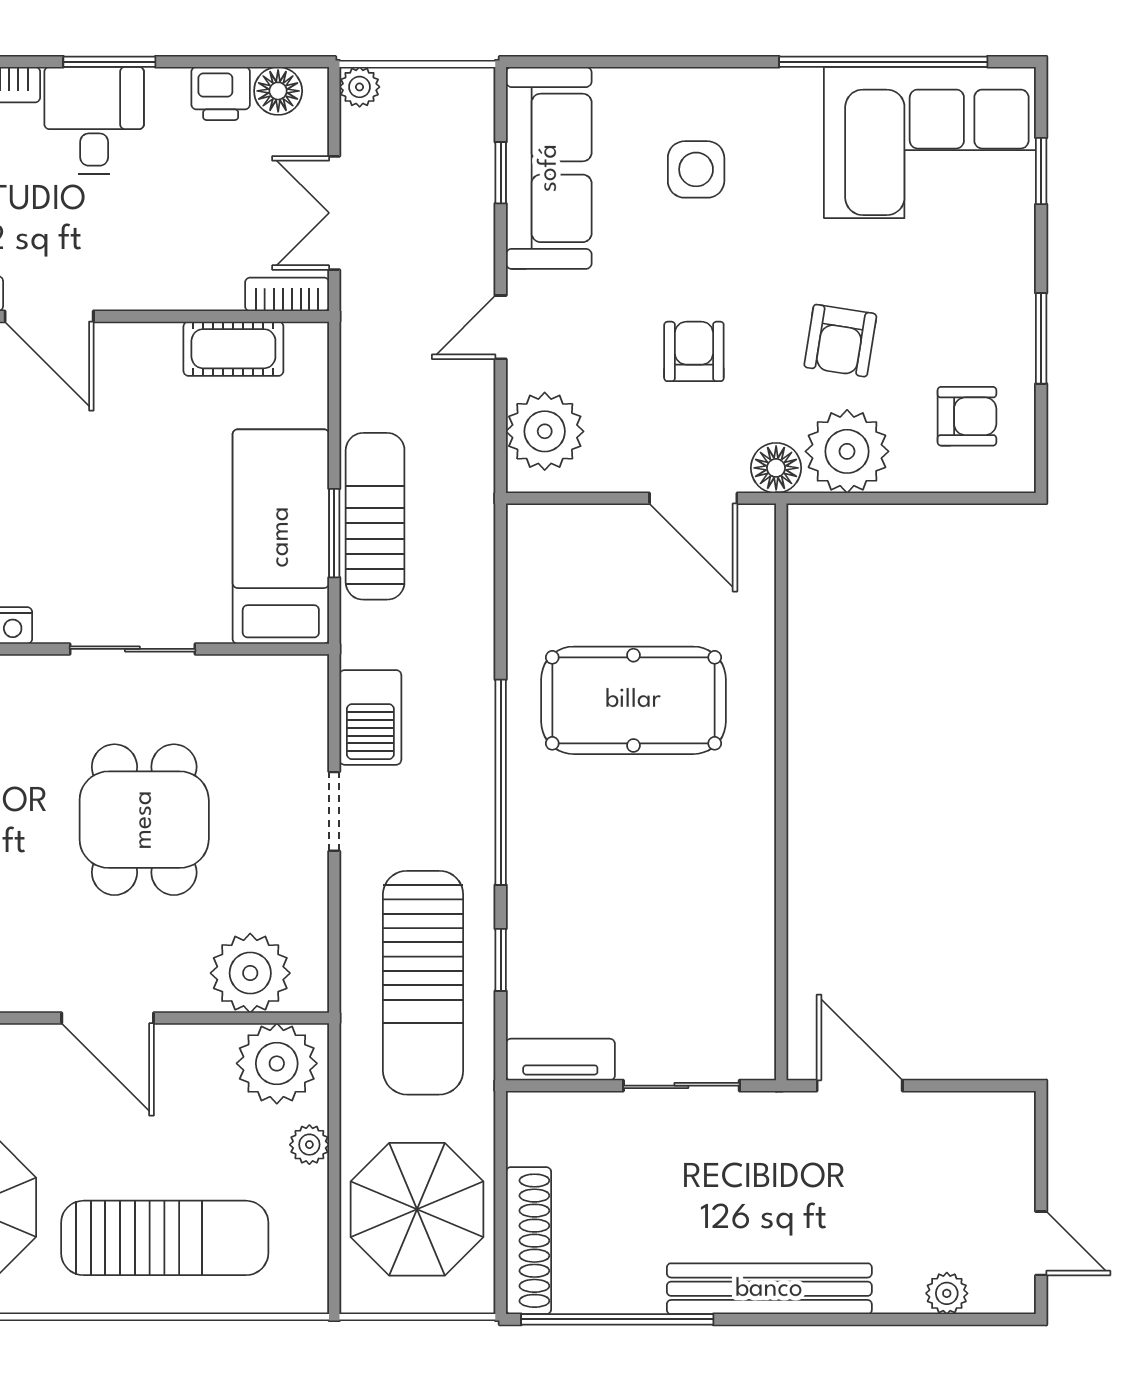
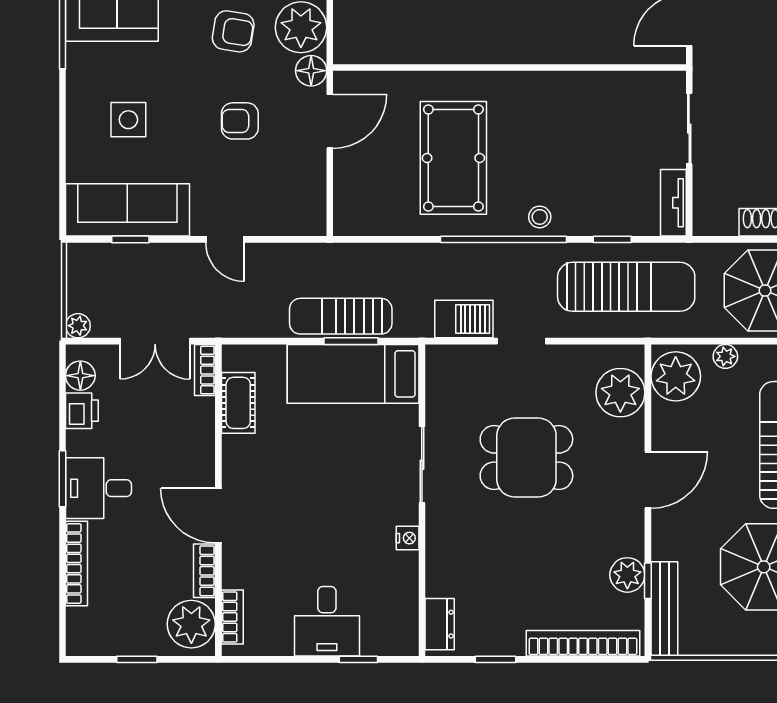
door: (49, 316) -> (218, 516), swing flipped
plant: (545, 431) -> (289, 212), removed
stool: (537, 841) -> (540, 217), added

